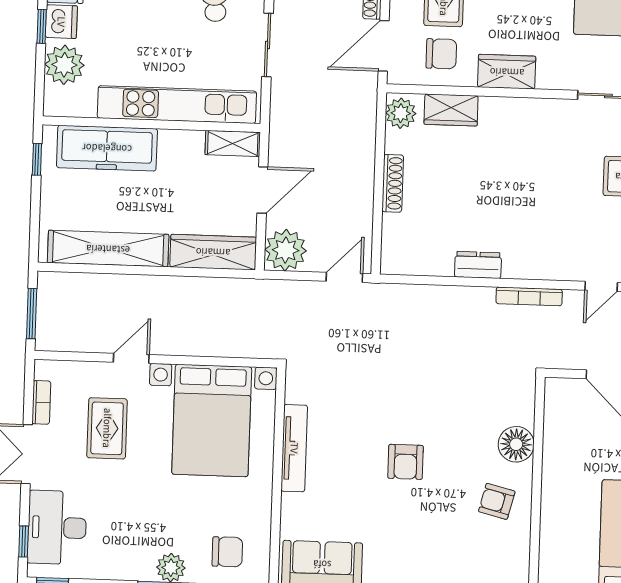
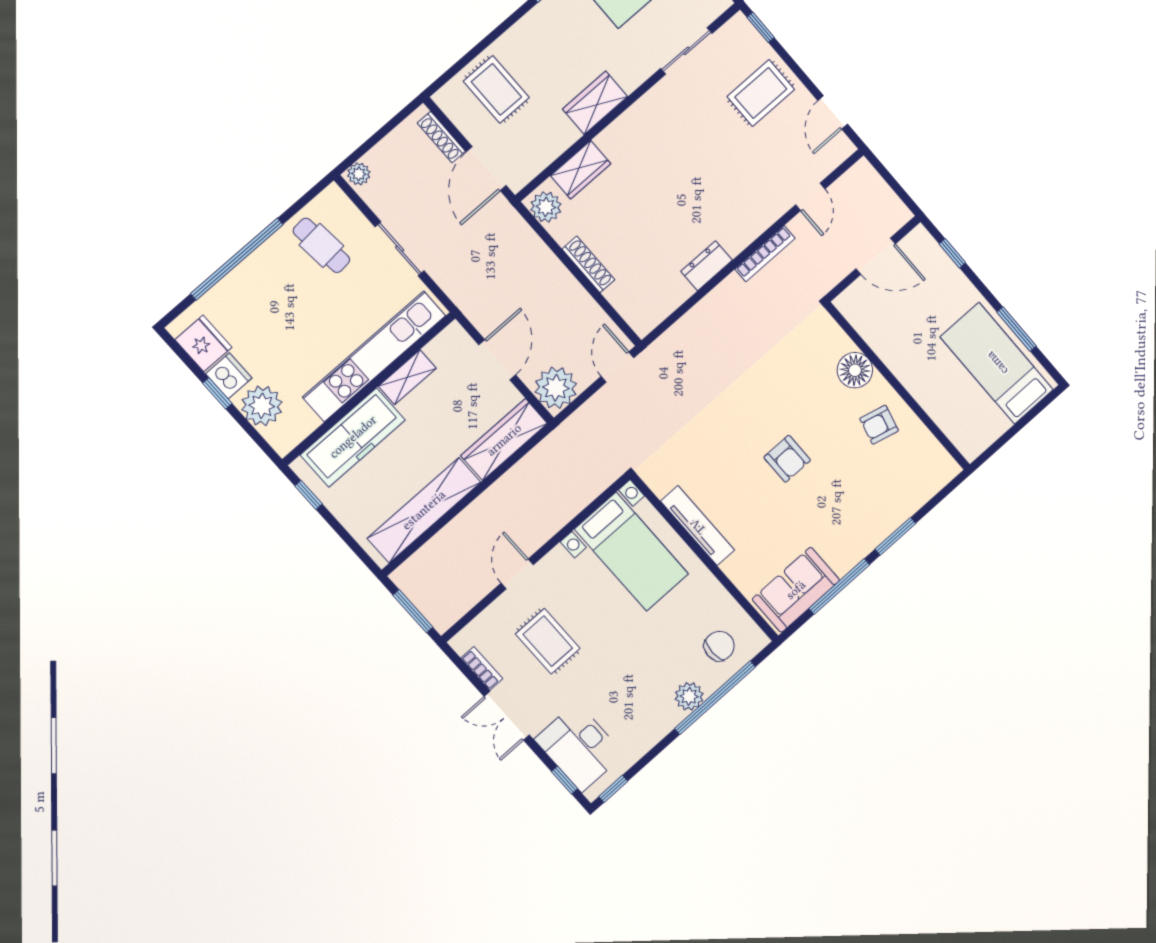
chair: (441, 54) -> (535, 135), removed
shelving: (233, 143) -> (407, 377), moved
bed with nightstands: (212, 421) -> (631, 552), width x0.73

